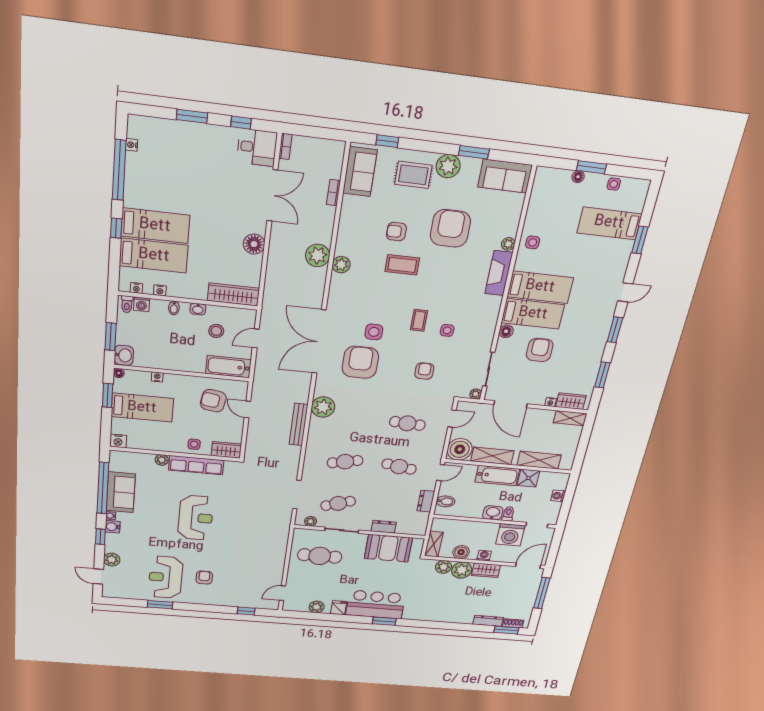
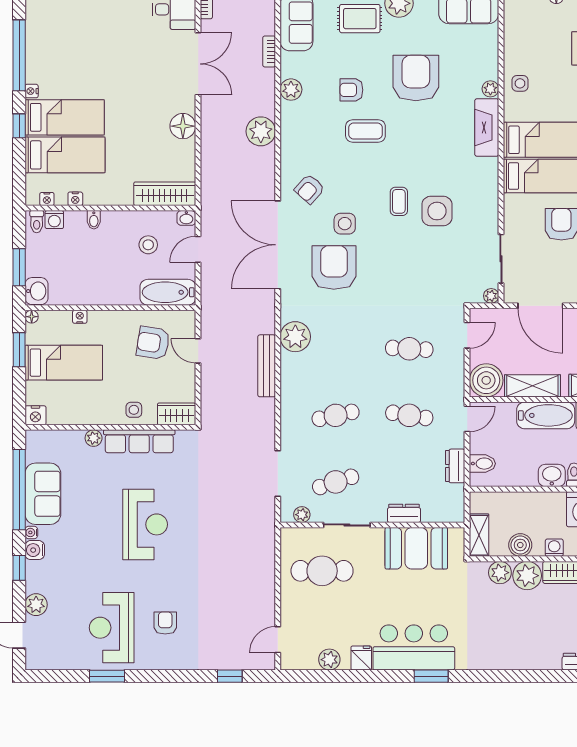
nightstand: (132, 145) -> (32, 91), moved
plant: (341, 265) -> (291, 90), moved
washbasin: (198, 309) -> (186, 218), moved
side table: (447, 330) -> (437, 211), width x1.87, depth x1.87
floor lamp: (506, 331) -> (512, 204), removed
armchair: (424, 371) -> (309, 189), moved, turned -138

